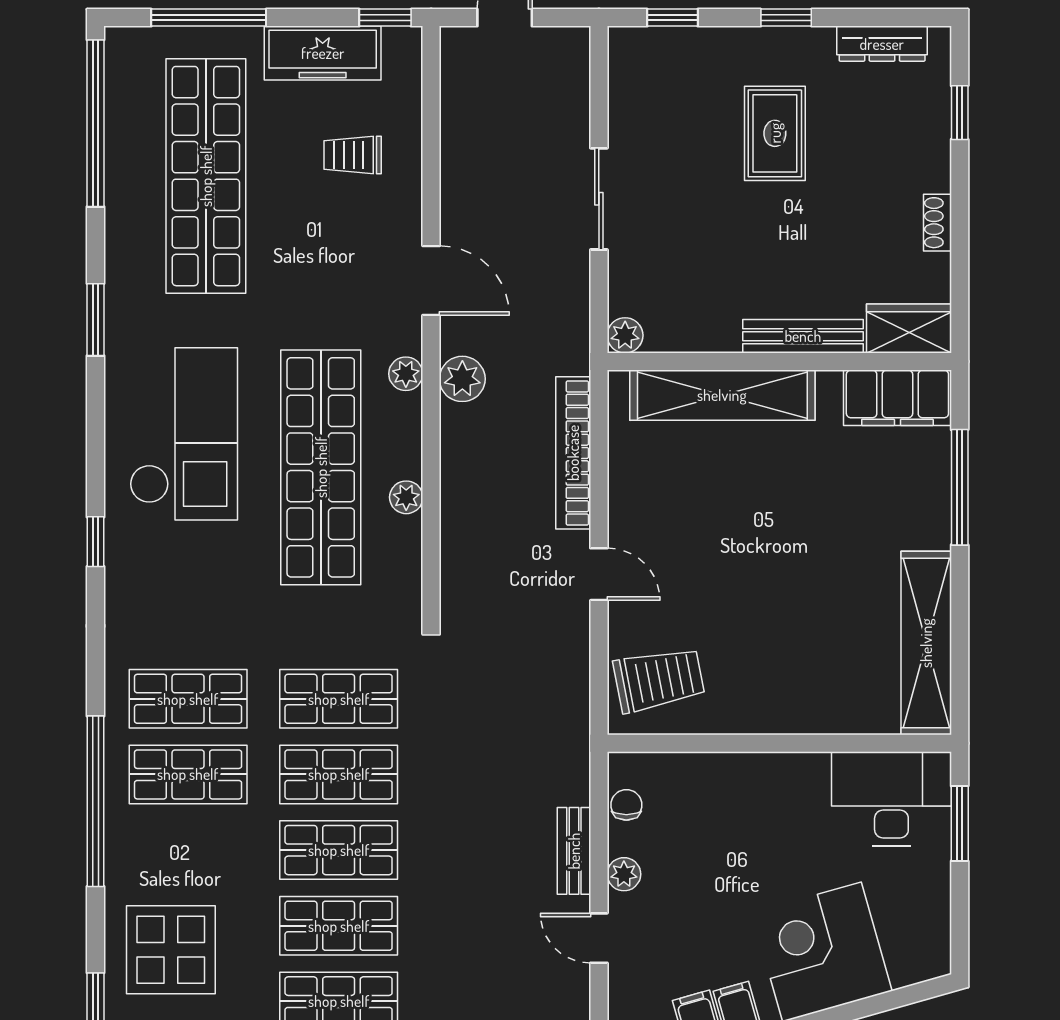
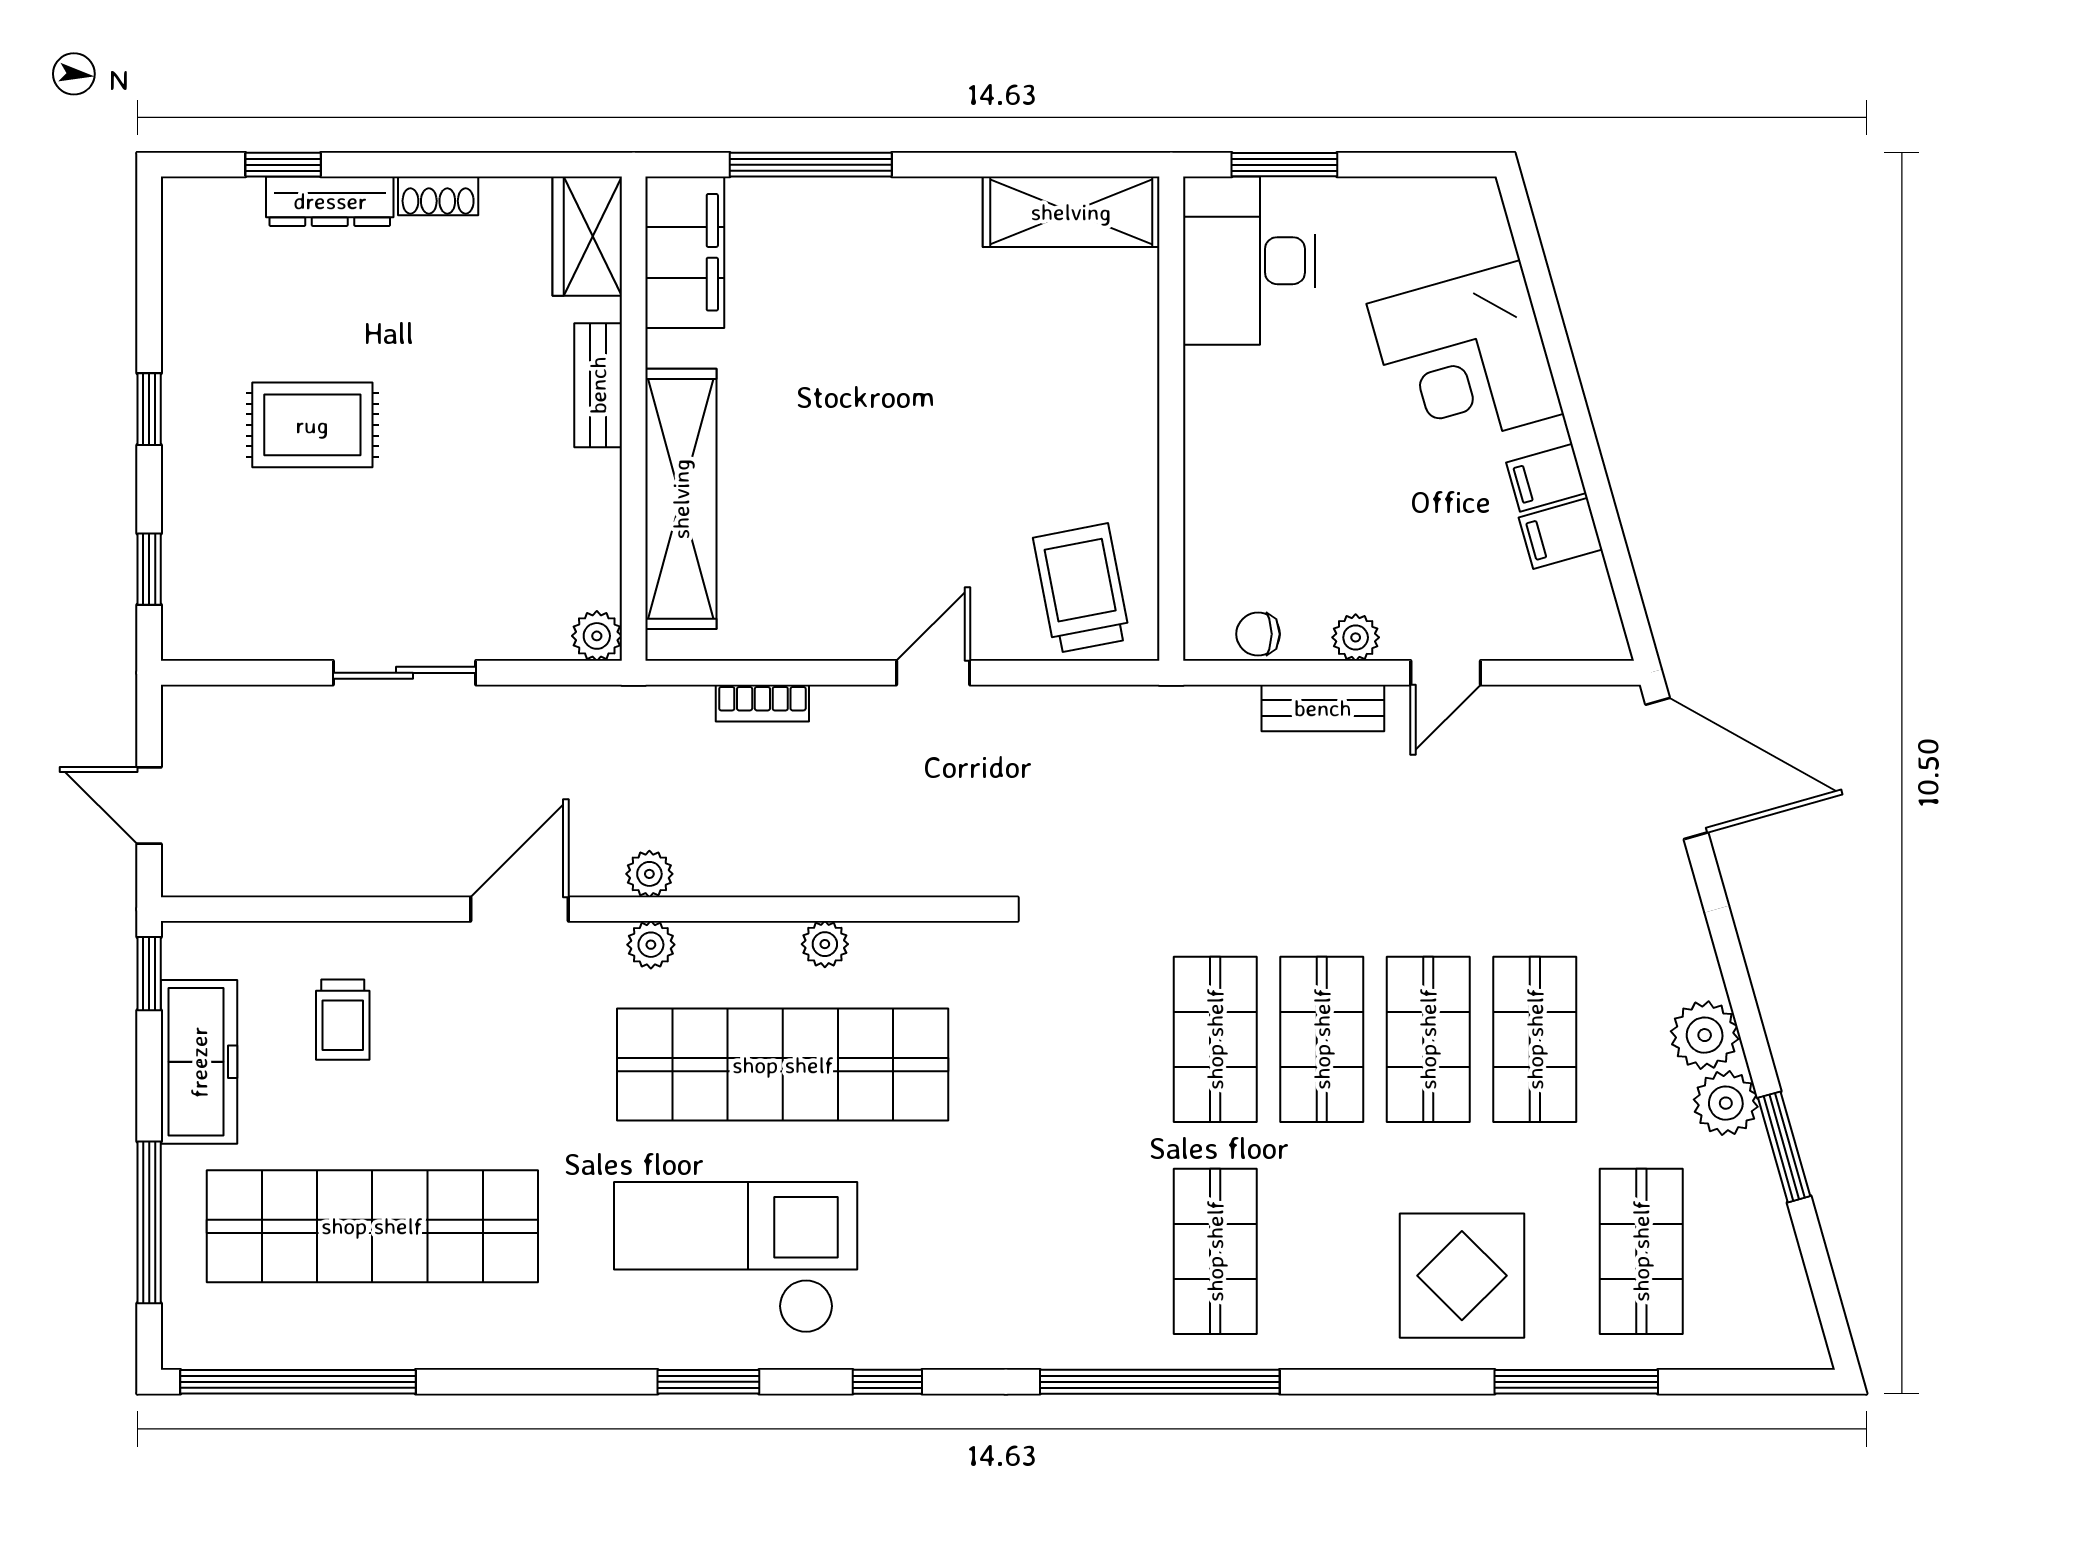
dresser: (882, 44) -> (330, 201), moved, turned 90
window: (95, 320) -> (708, 1382), moved
bench: (803, 336) -> (598, 385), width x0.73
plant: (462, 379) -> (649, 874), width x0.73, depth x0.73
bookcase: (573, 453) -> (762, 703), width x0.43, depth x0.76
shelving: (926, 643) -> (1071, 212), width x0.68
shop shelf: (188, 699) -> (1109, 1251), removed
shop shelf: (339, 699) -> (1109, 1039), removed
window: (95, 801) -> (1160, 1382), moved

